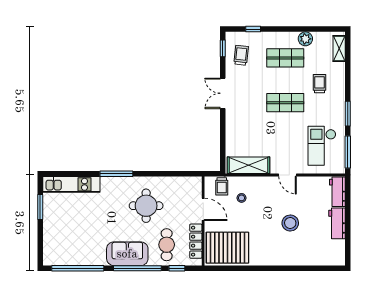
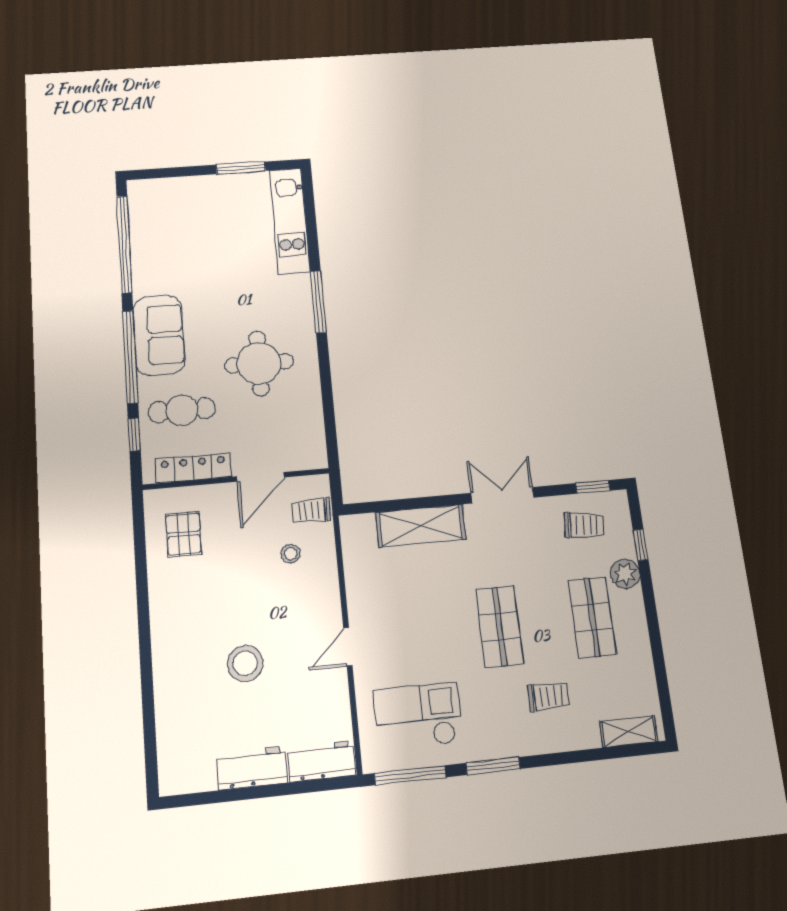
plant: (305, 39) -> (625, 574), moved
shelving: (249, 165) -> (421, 526), moved, turned 90
pallet: (227, 248) -> (184, 534), width x0.49, depth x0.50

